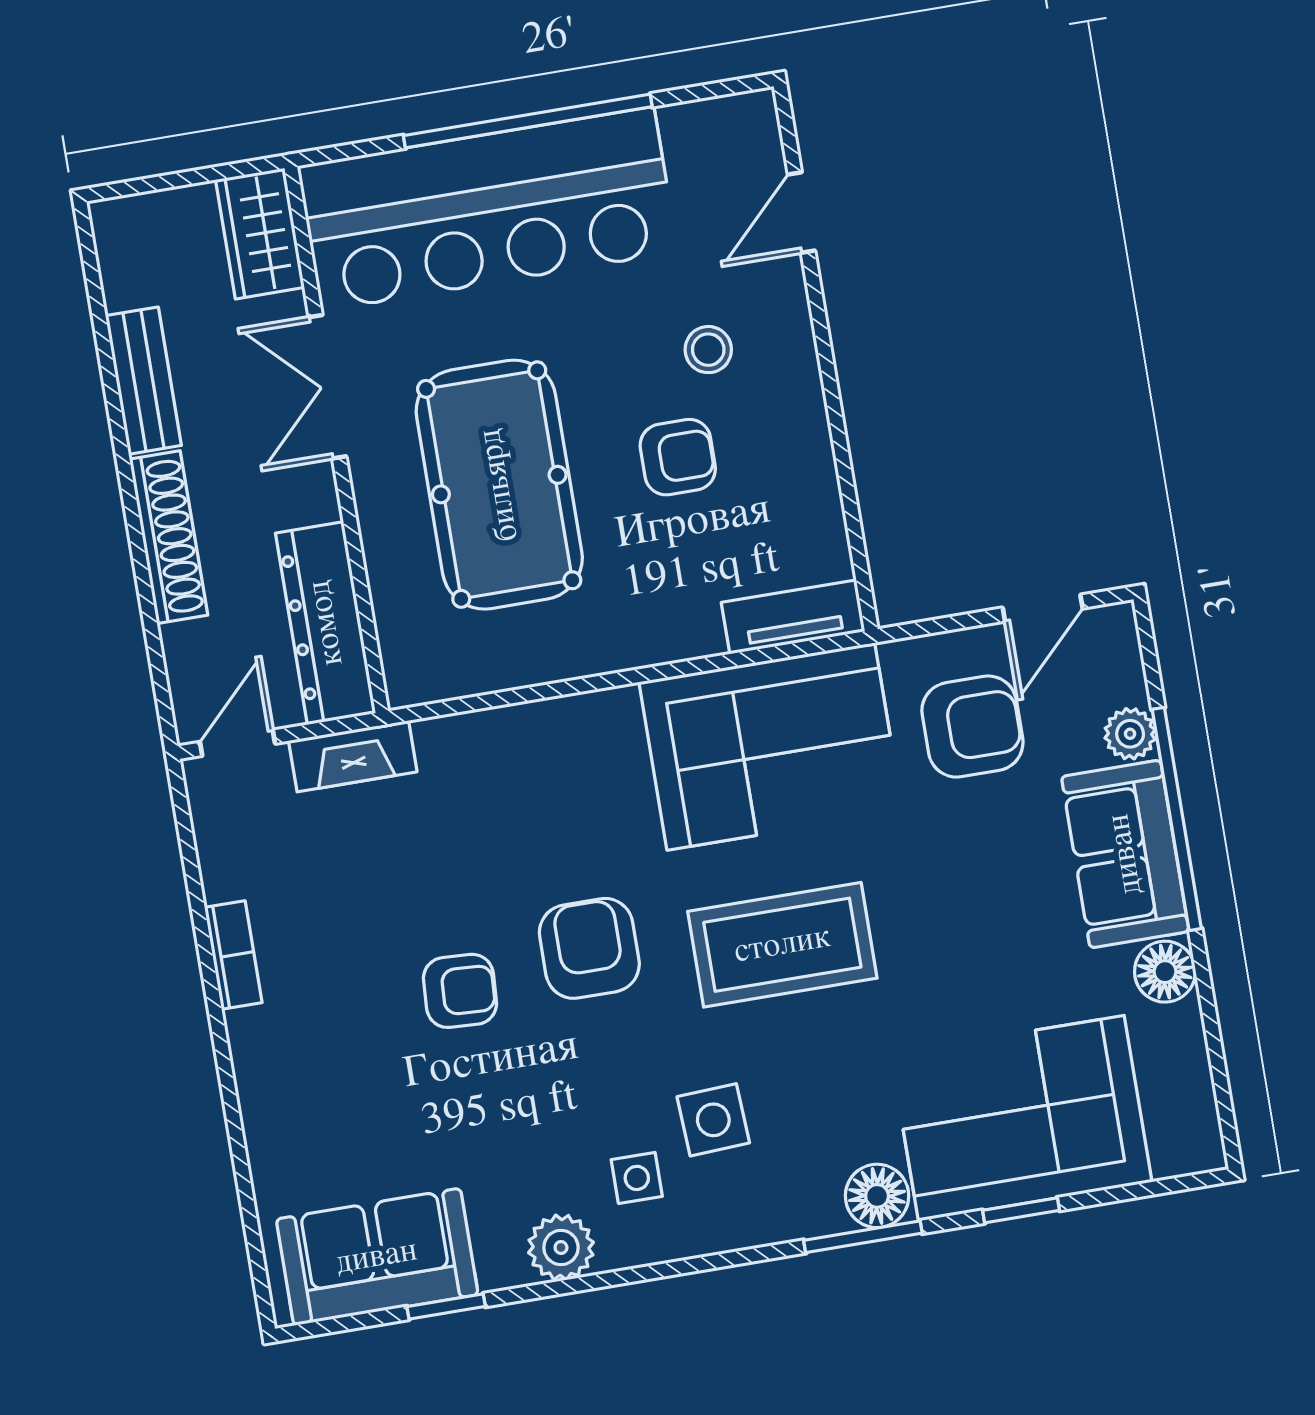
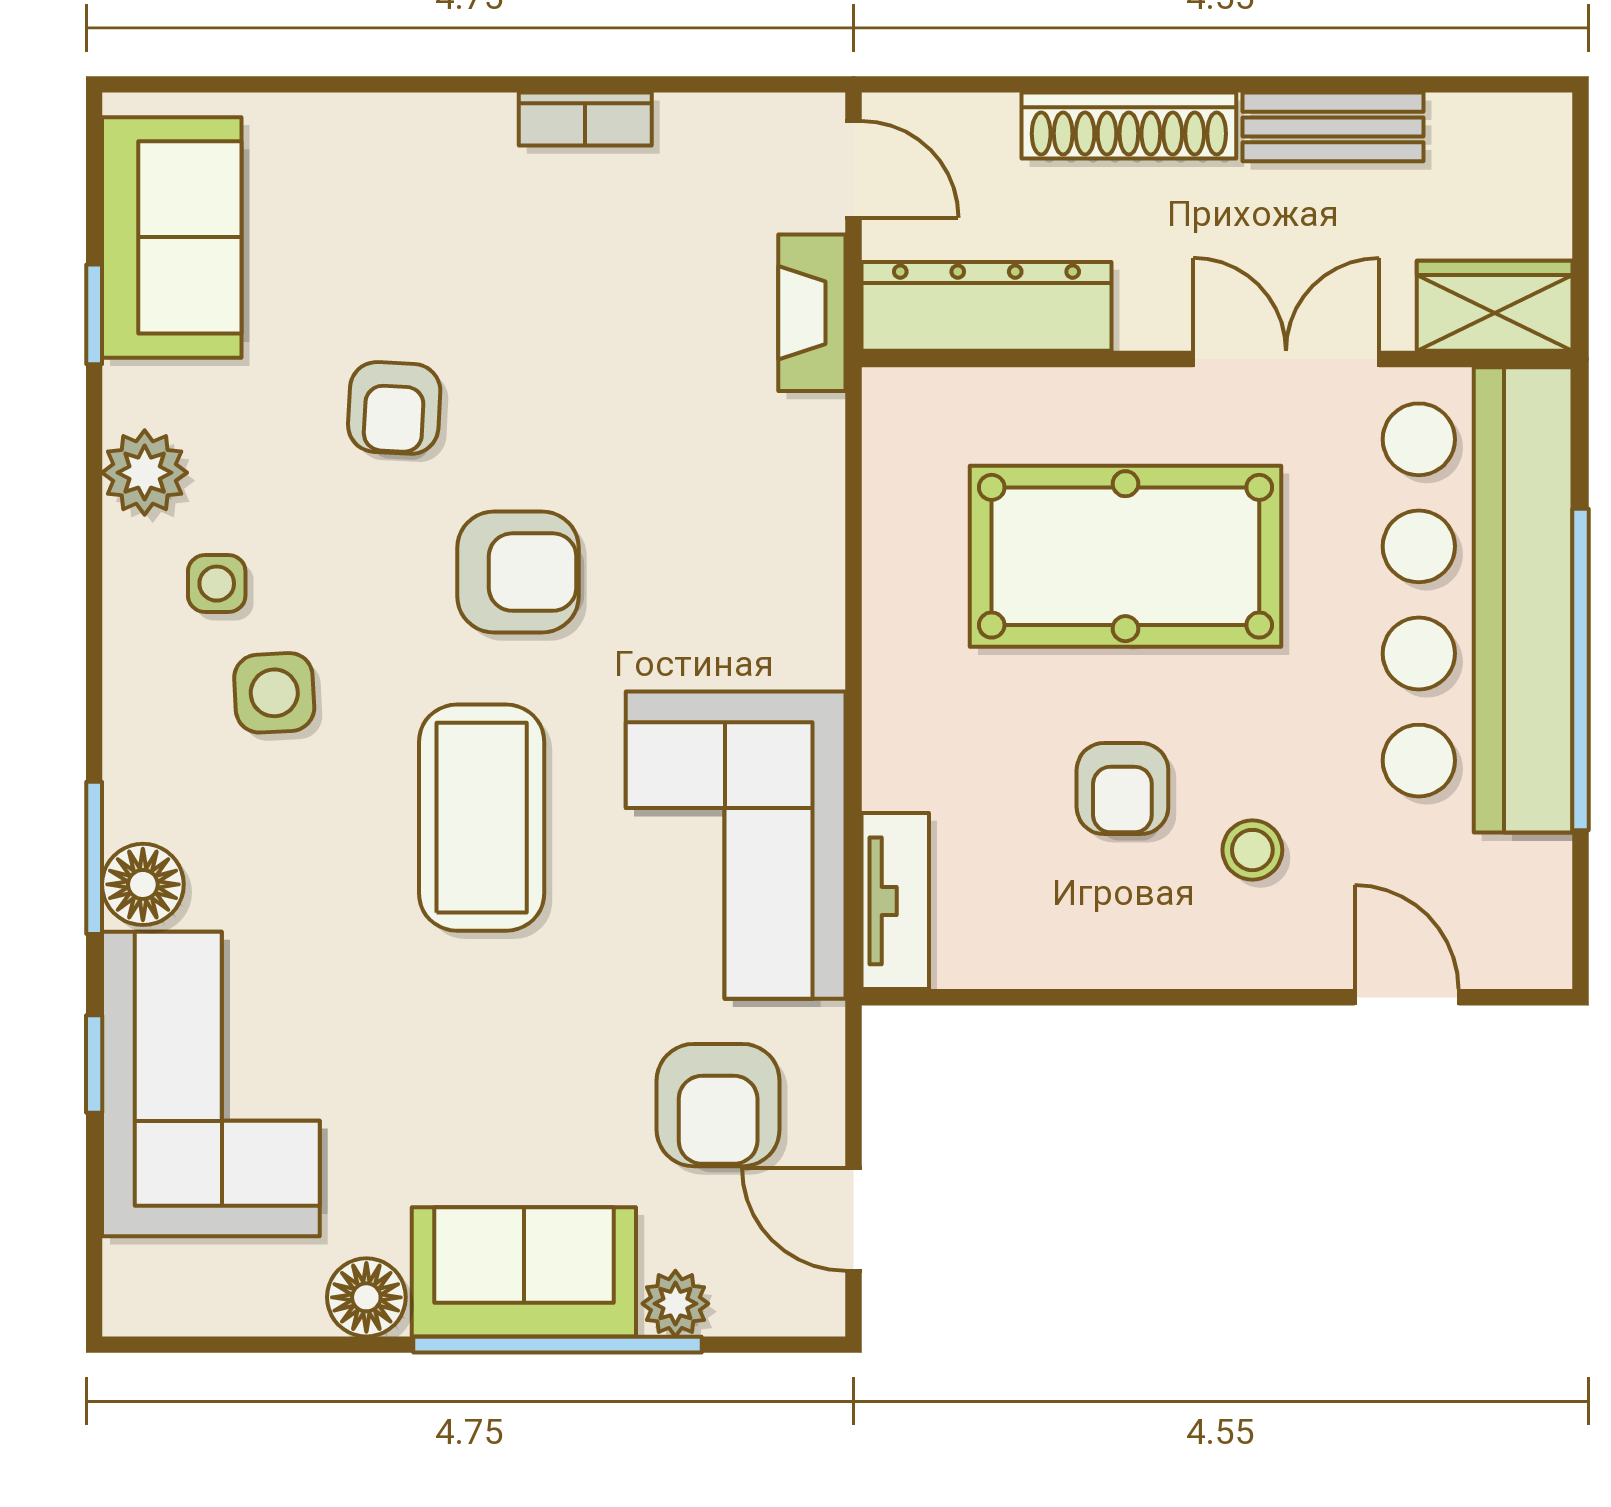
armchair: (460, 991) -> (394, 408), moved

